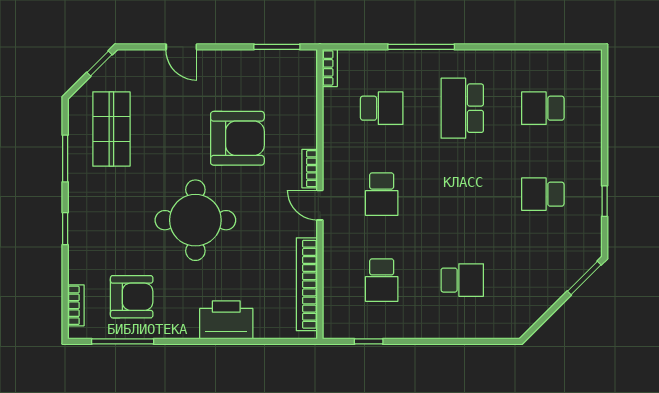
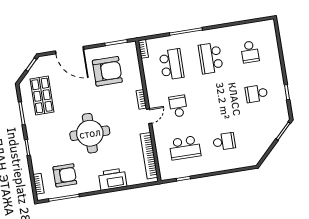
door: (181, 47) -> (70, 50), width x1.87
school desk: (382, 108) -> (172, 64), width x1.85
school desk: (543, 108) -> (250, 52), turned -90
armchair: (237, 138) -> (107, 71), moved
school desk: (382, 194) -> (178, 106), turned 180
door: (320, 205) -> (149, 116), swing flipped
school desk: (382, 280) -> (185, 148), width x1.85

